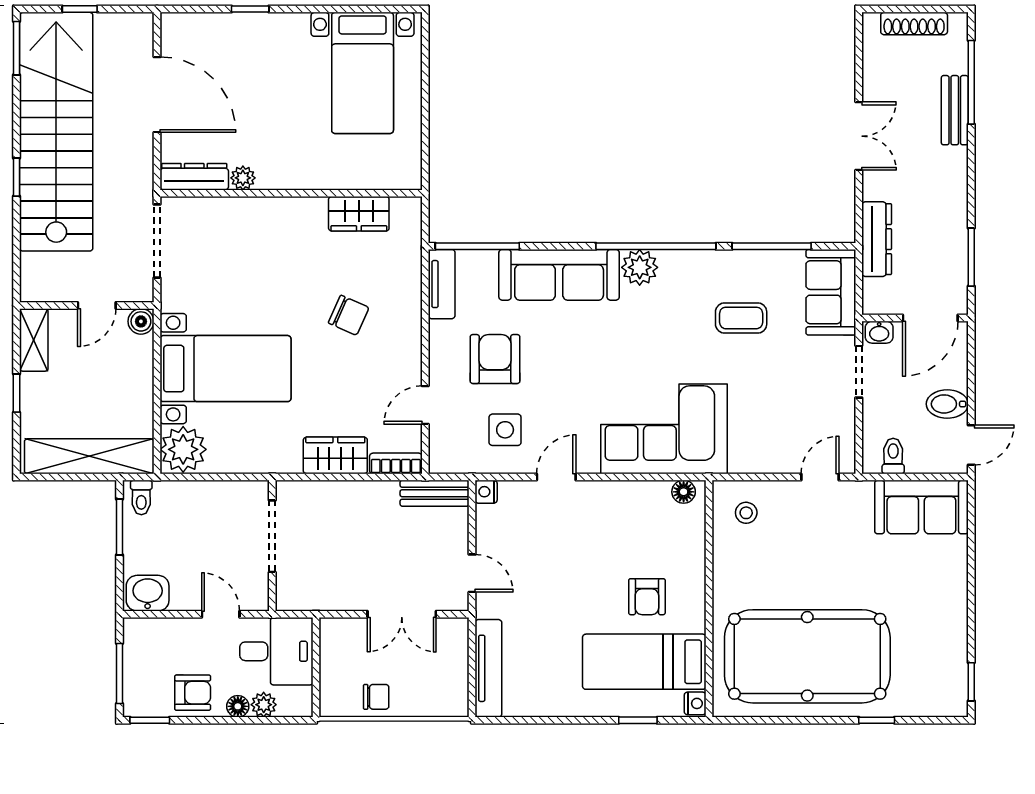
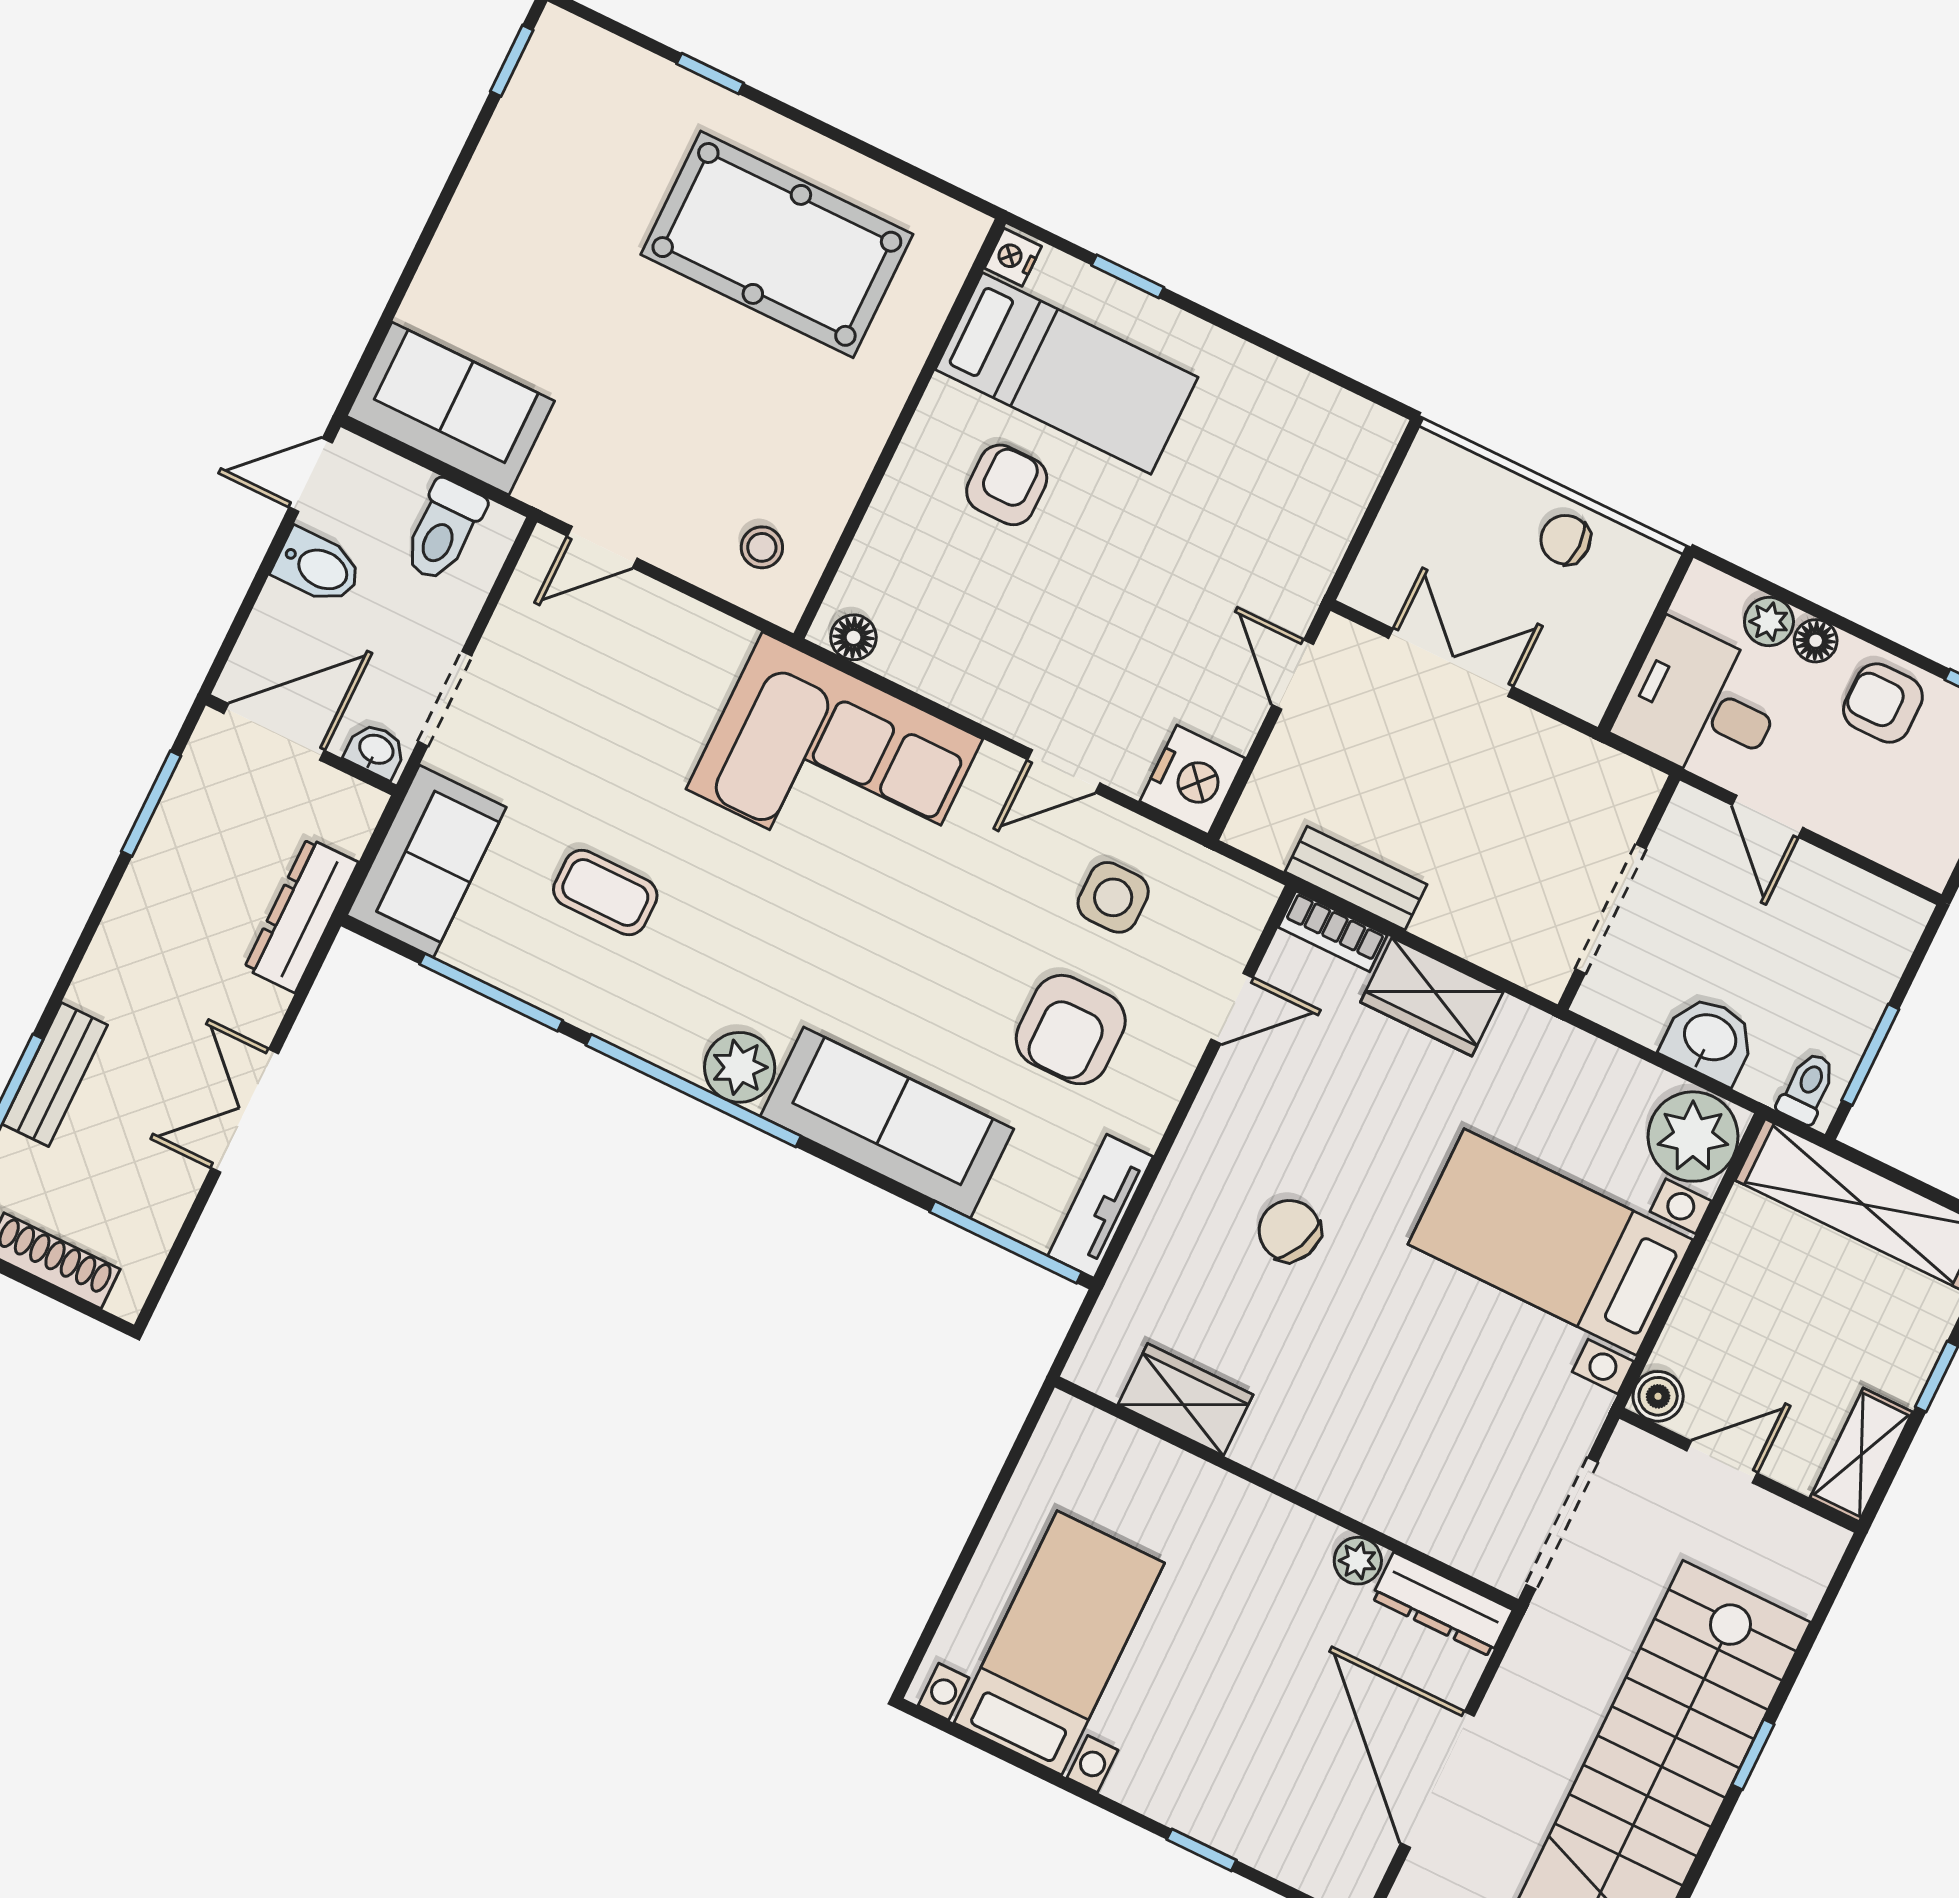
toilet: (893, 456) -> (444, 530), width x1.37, depth x1.39
nightstand: (486, 492) -> (1193, 780), width x1.89, depth x1.79
bench: (435, 493) -> (1356, 878), moved
washbasin: (148, 593) -> (1709, 1039), moved, turned 180
pool table: (807, 656) -> (777, 244), width x0.73, depth x0.76
tv unit: (488, 668) -> (1345, 494), removed

